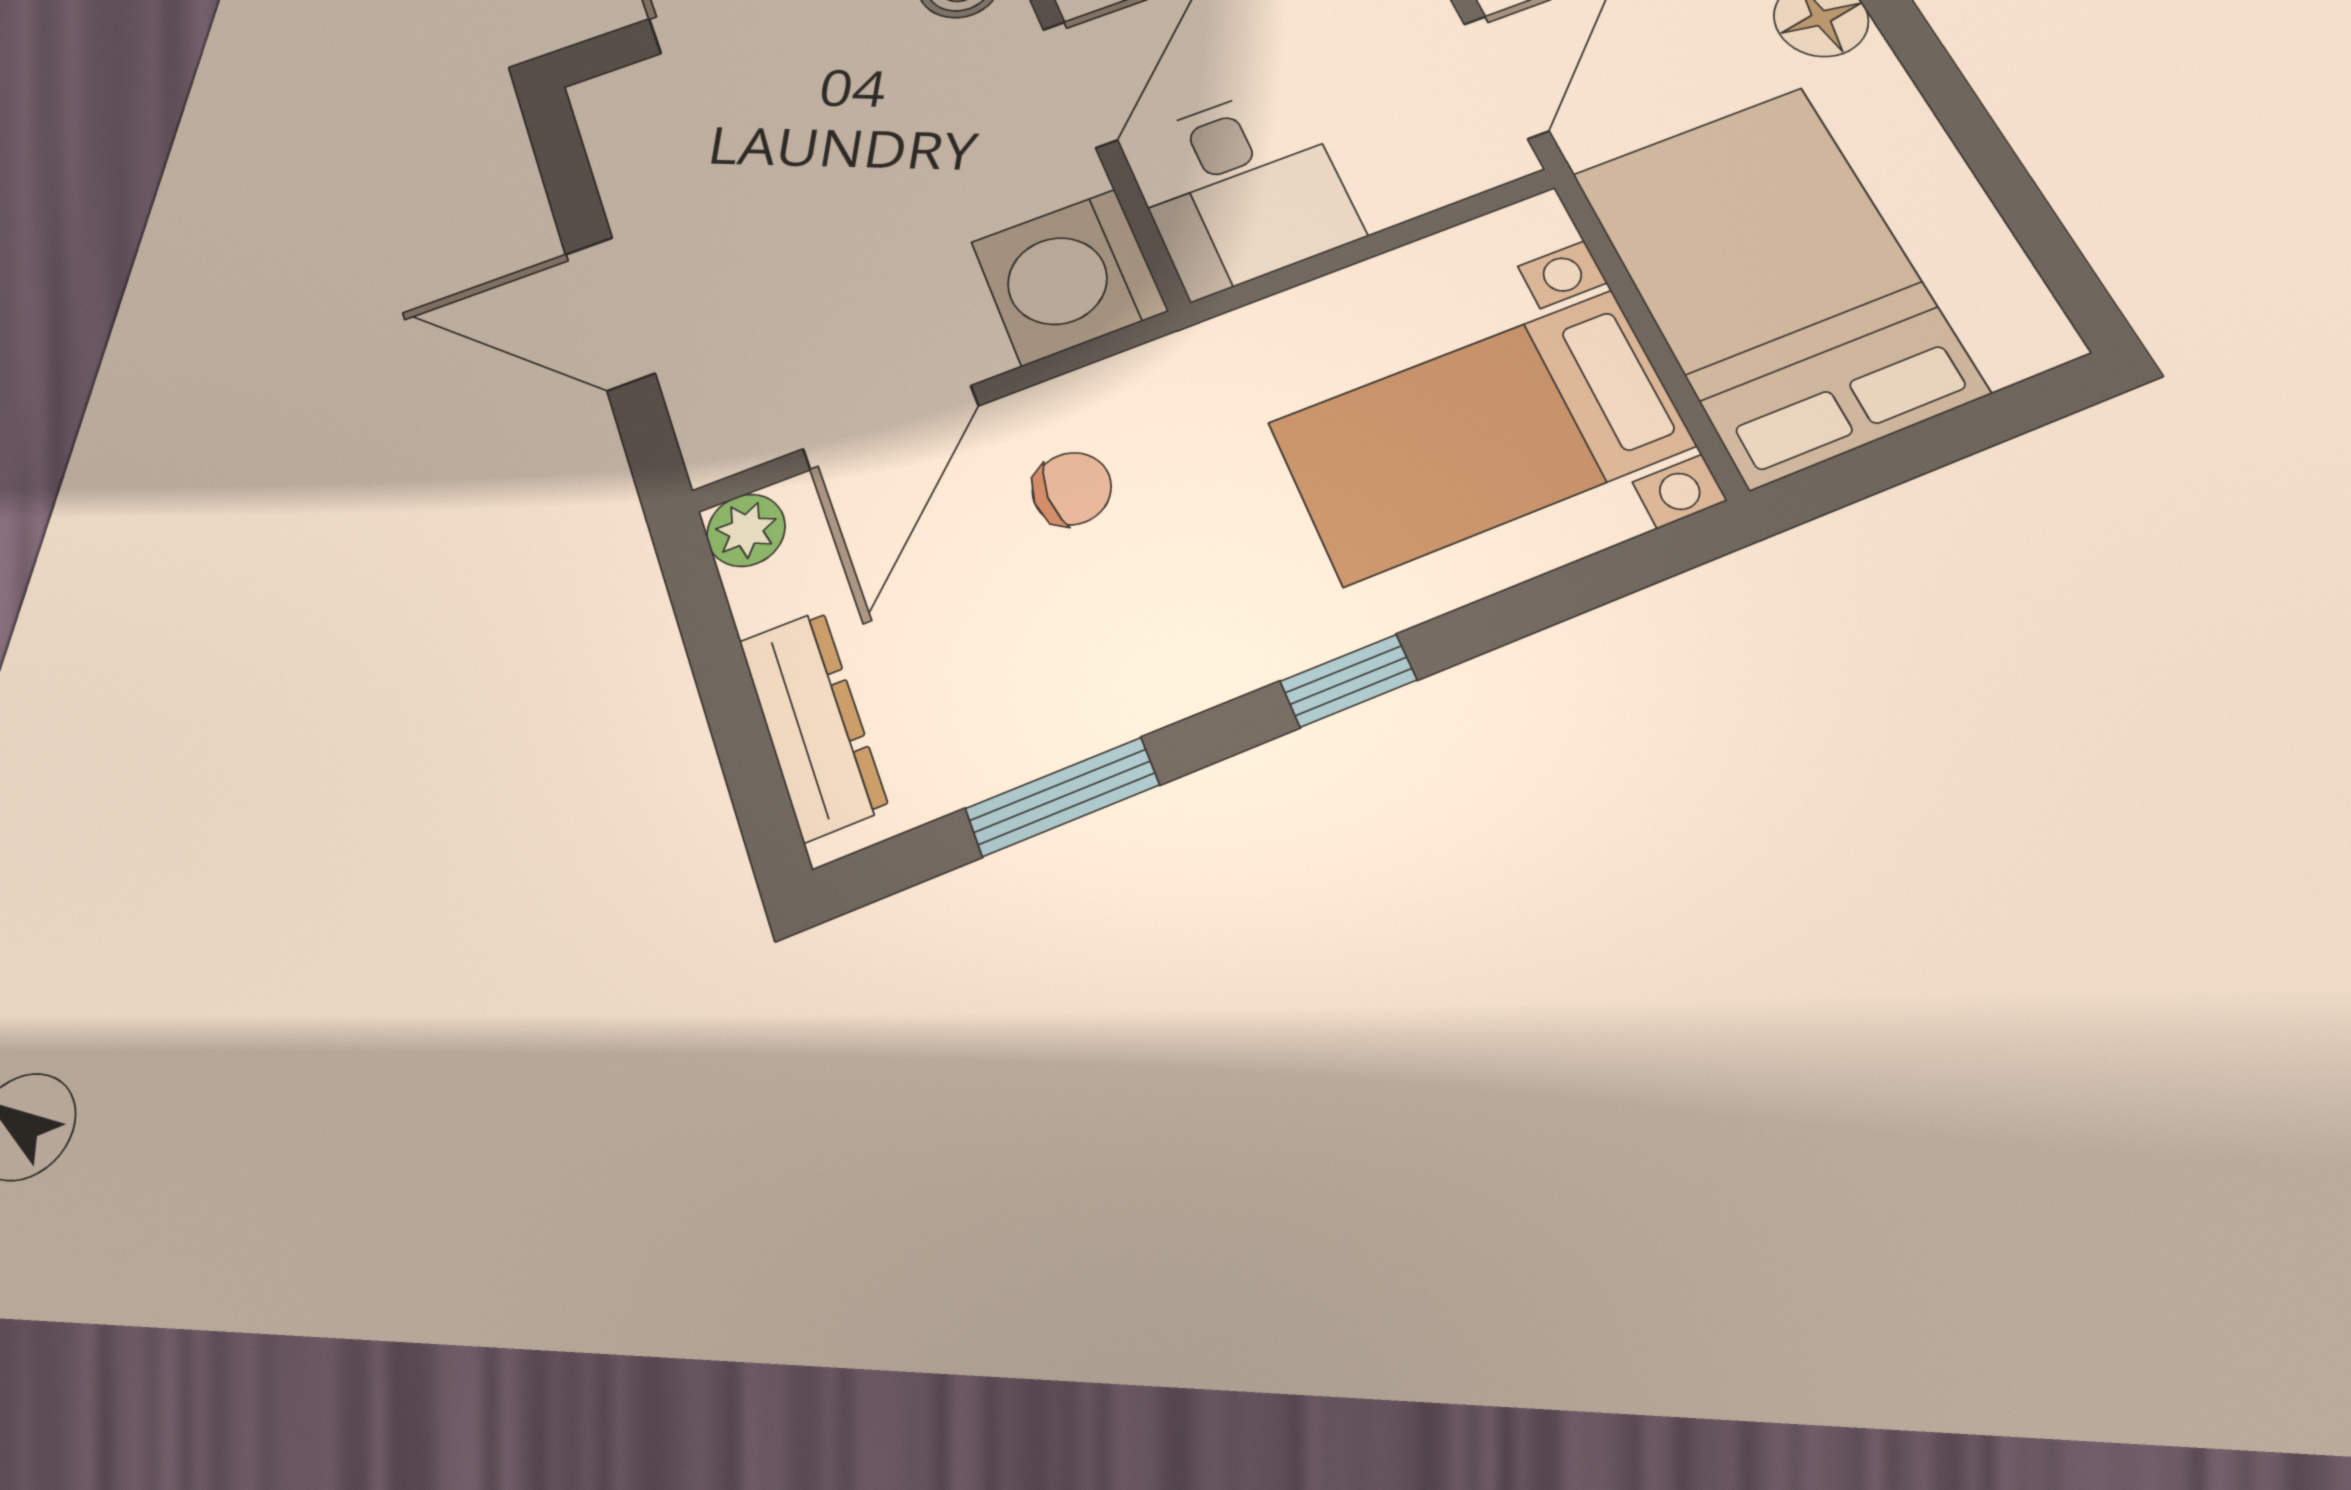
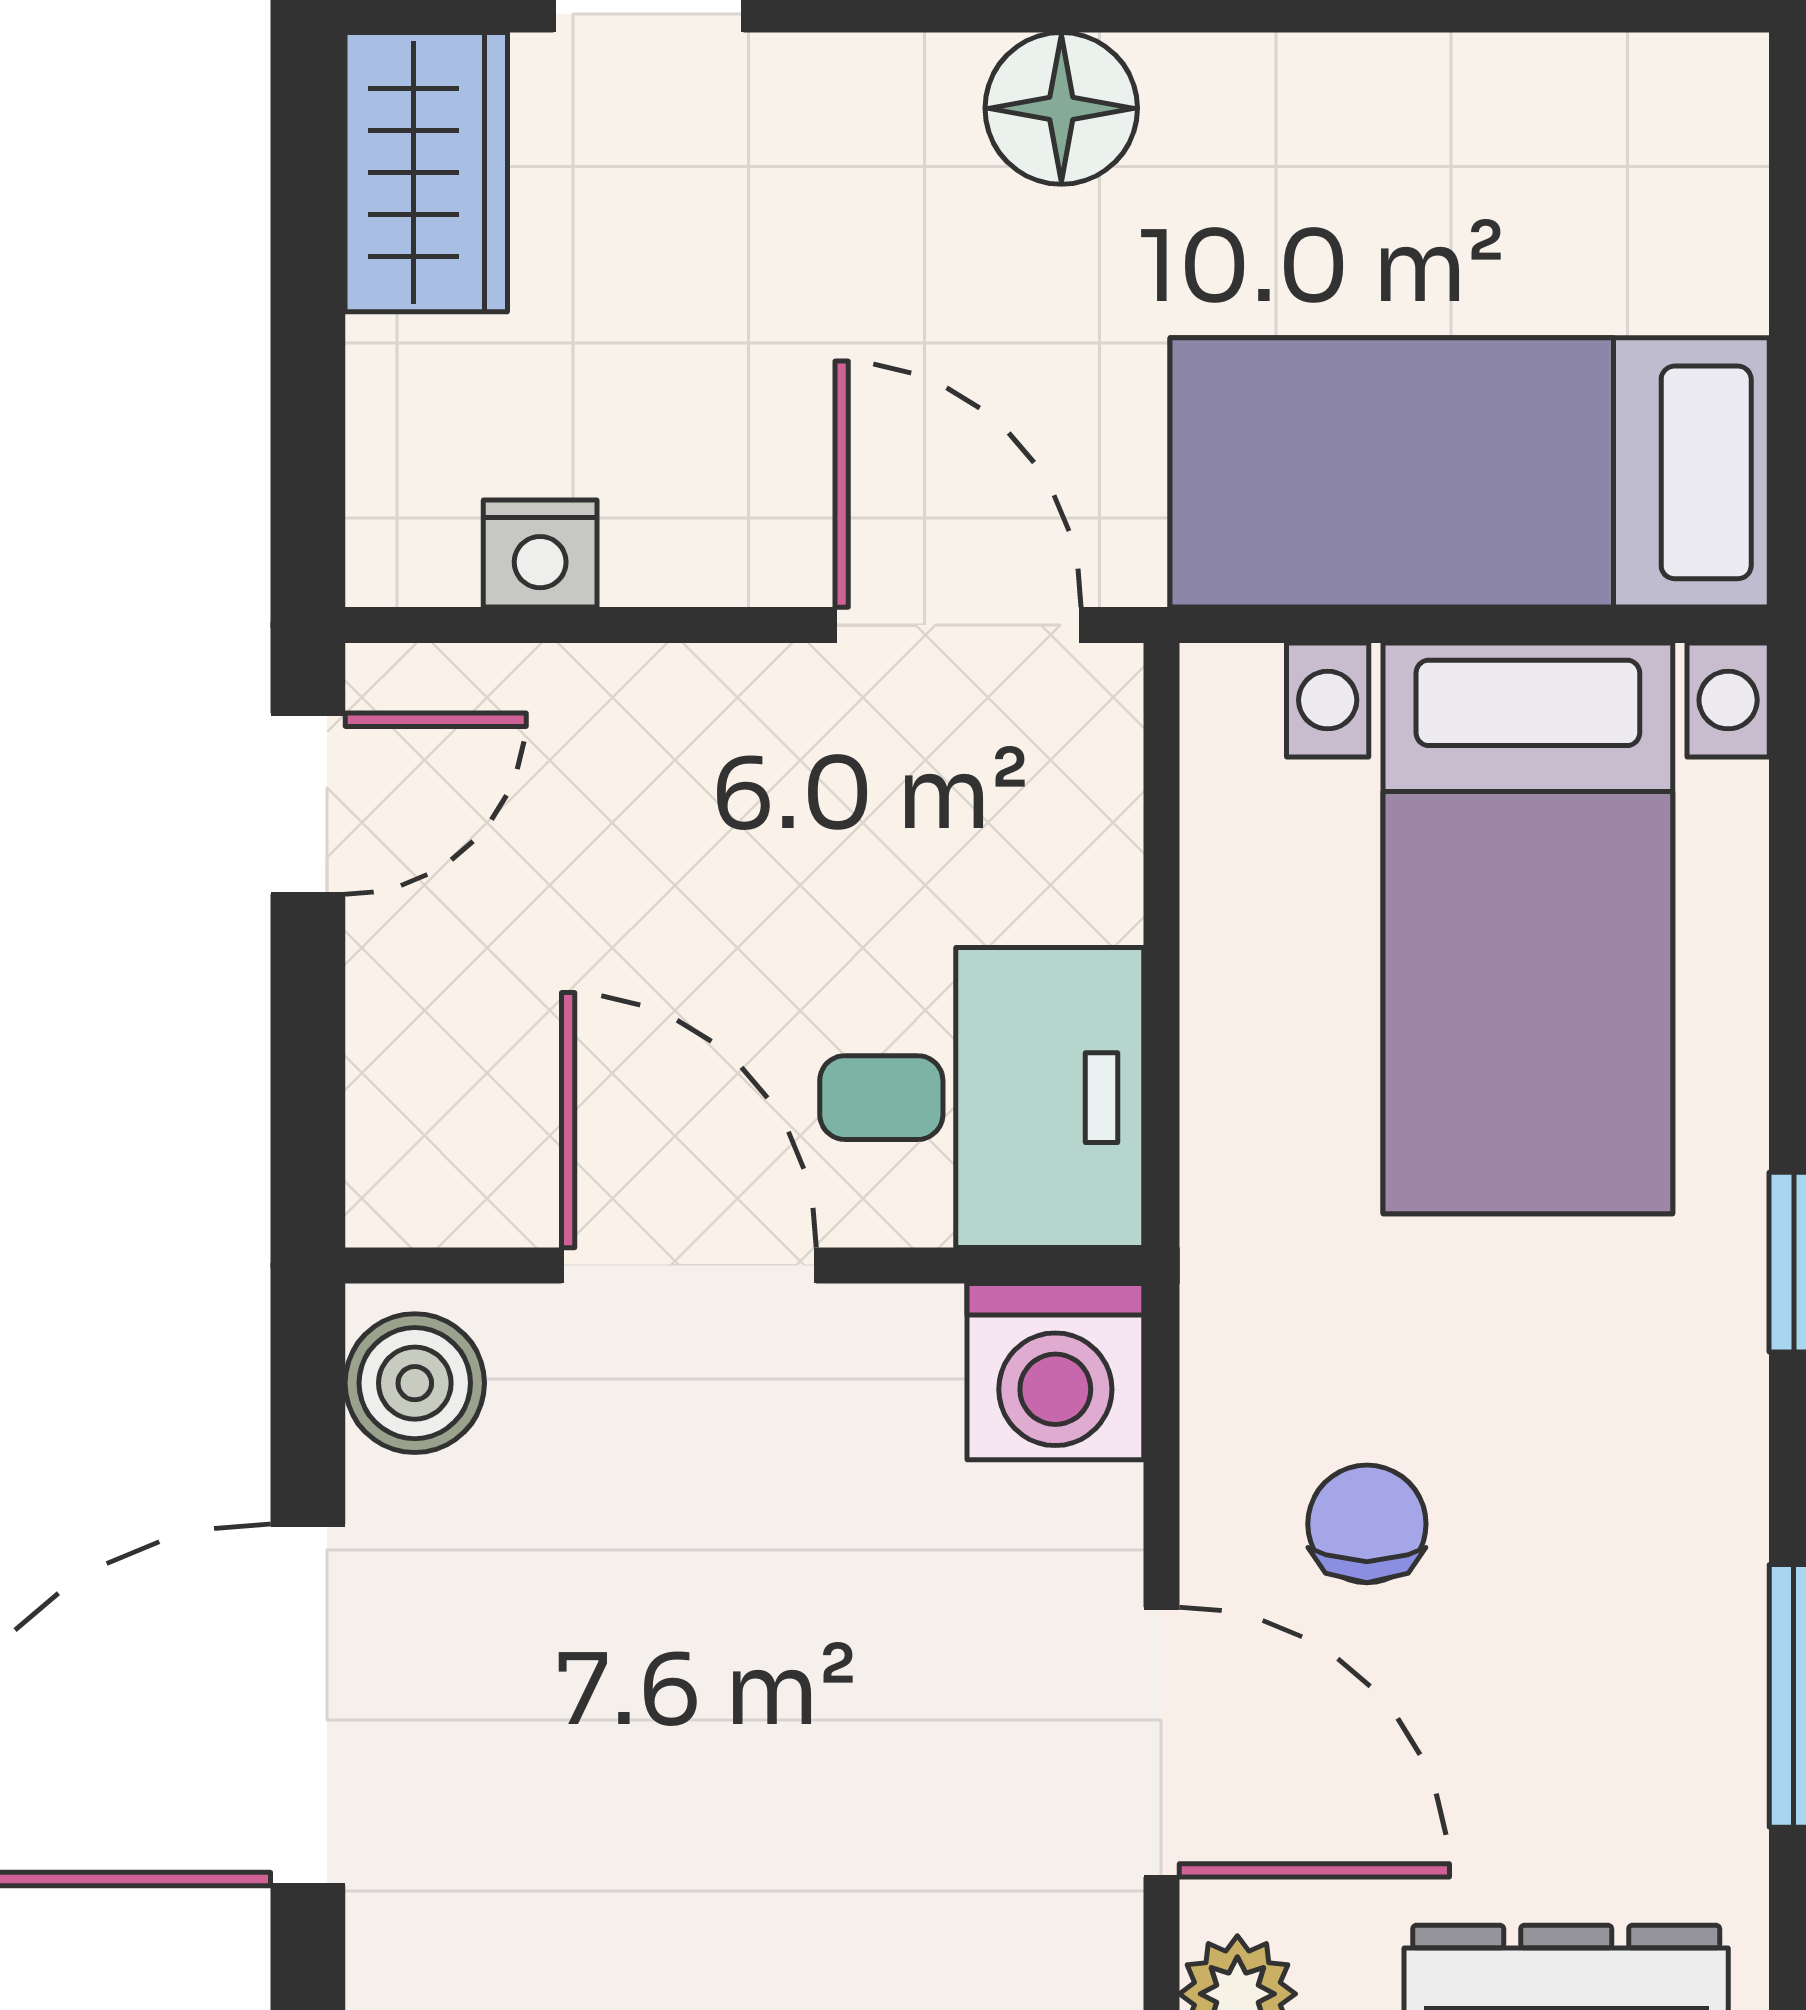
washing machine: (1069, 277) -> (1055, 1372), width x0.73, depth x0.73
bed: (1776, 281) -> (1470, 472), width x0.67

